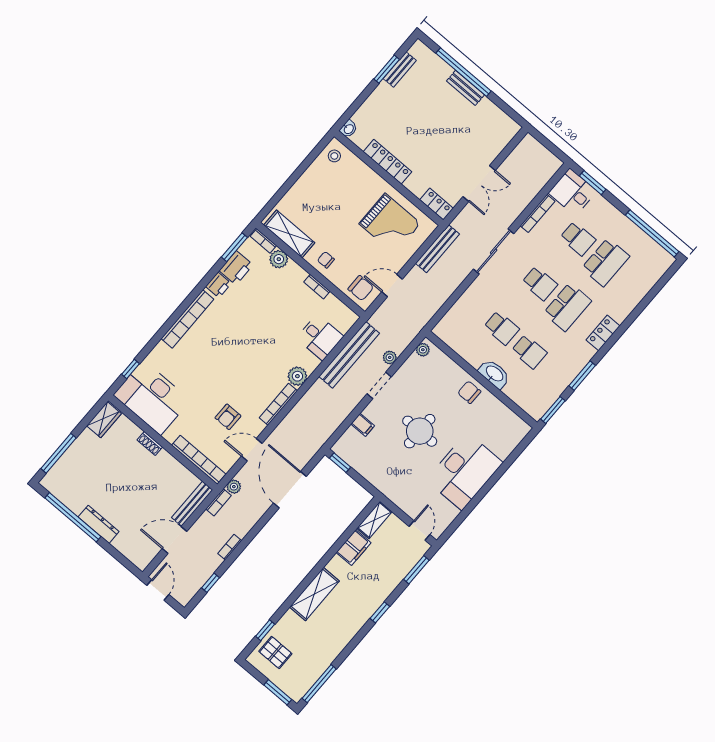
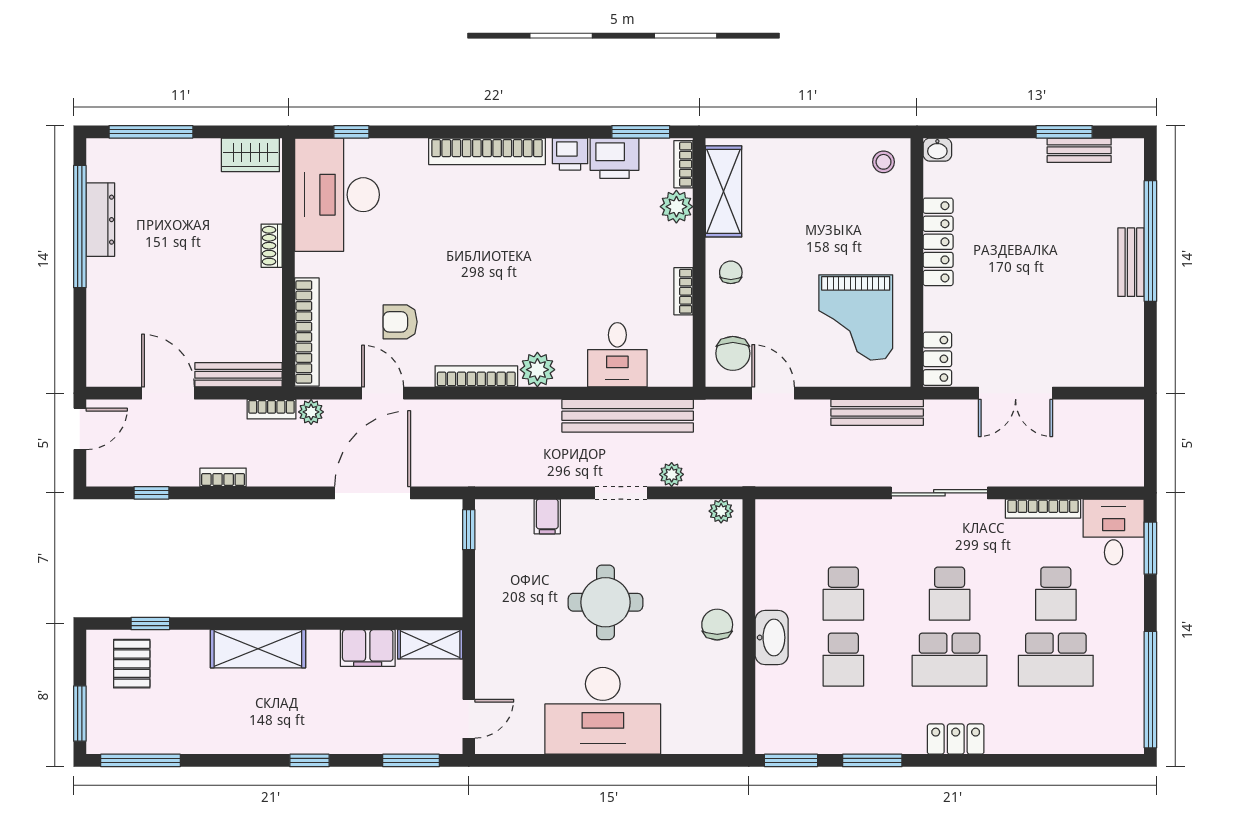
dresser: (99, 524) -> (100, 220), moved

